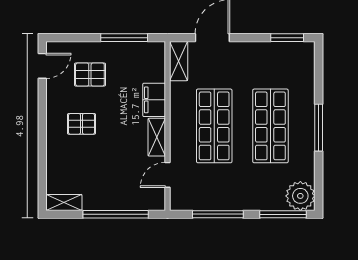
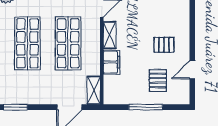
window: (124, 38) -> (146, 107), moved
door: (42, 66) -> (192, 70), moved
pallet: (90, 75) -> (158, 80), turned 90

